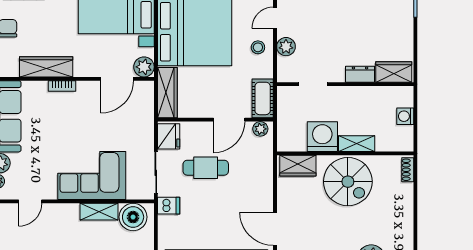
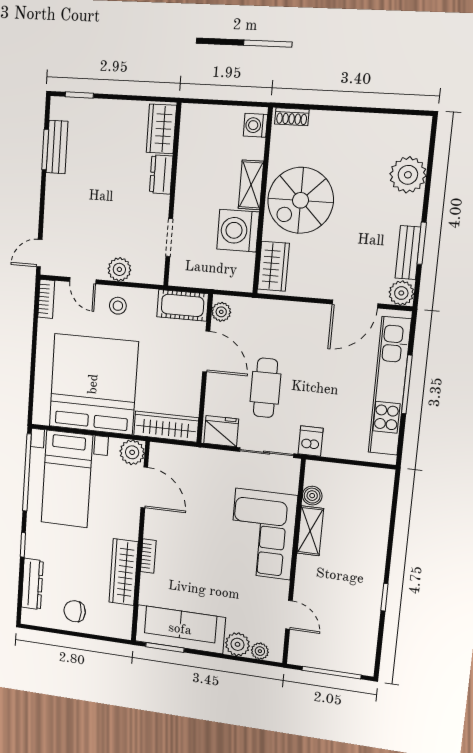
washing machine: (405, 116) -> (255, 125), moved, turned 90
spiral stairs: (348, 182) -> (301, 200), turned 180
boiler: (133, 217) -> (312, 496), width x0.54, depth x0.54

